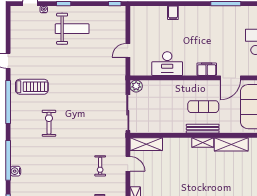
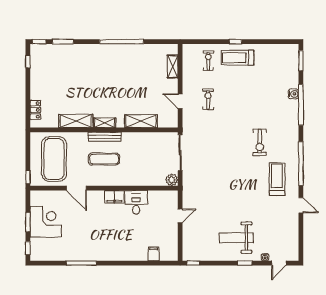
filing cabinet: (173, 13) -> (154, 254), moved
desk: (167, 64) -> (136, 202), width x0.73
filing cabinet: (207, 69) -> (114, 197), moved
door: (230, 78) -> (76, 188), swing flipped
treadmill: (32, 87) -> (277, 179), turned 90
shelving: (146, 144) -> (141, 121), moved

